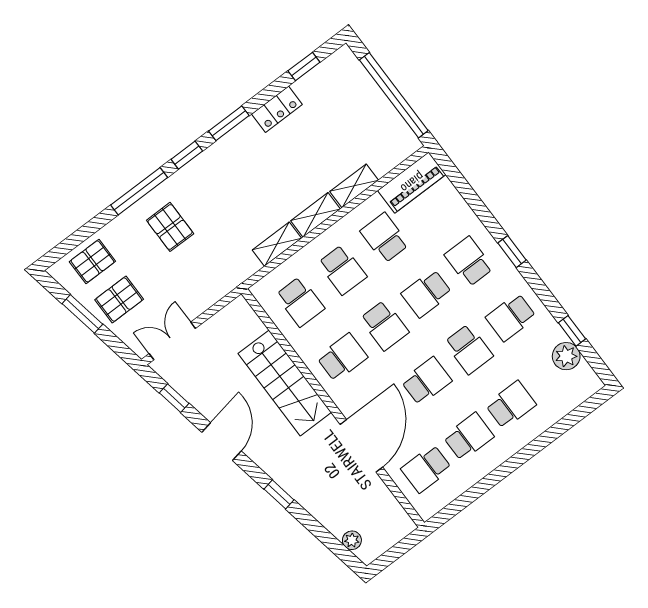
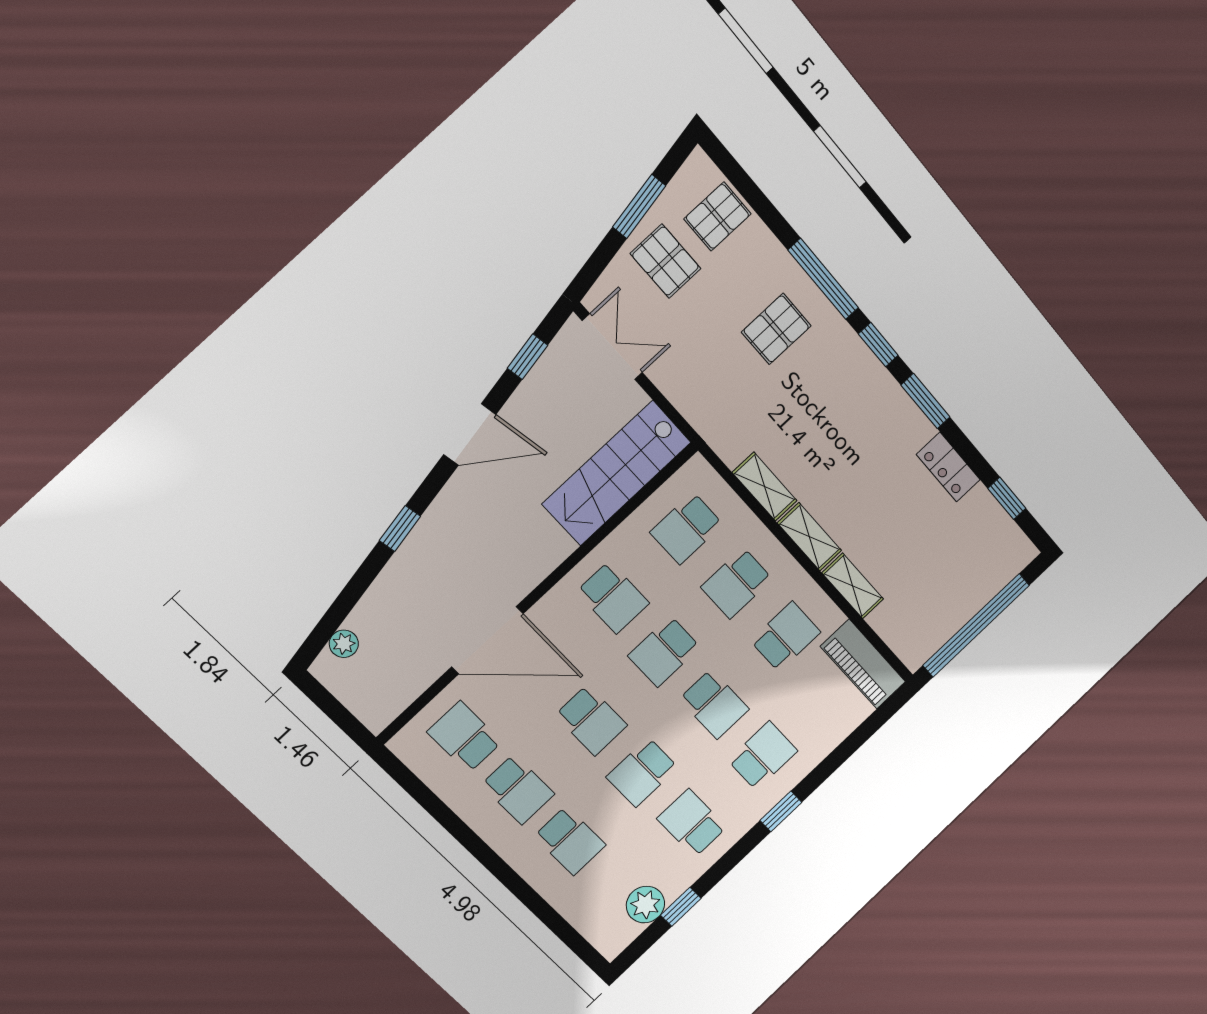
pallet: (92, 261) -> (717, 216), turned 90
school desk: (427, 293) -> (714, 704), turned 180
stairs: (285, 383) -> (617, 473), moved

